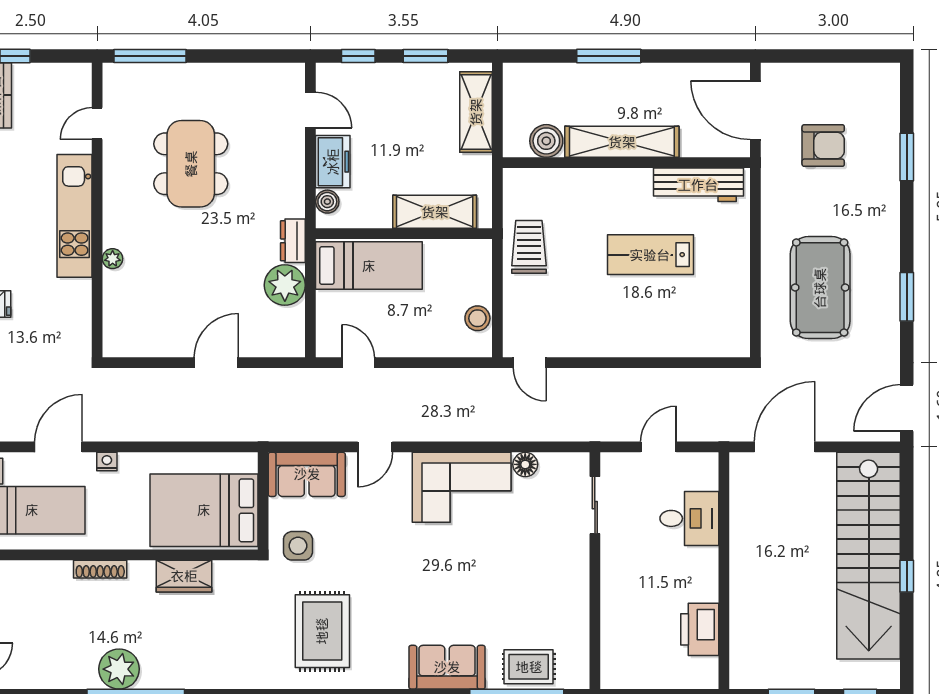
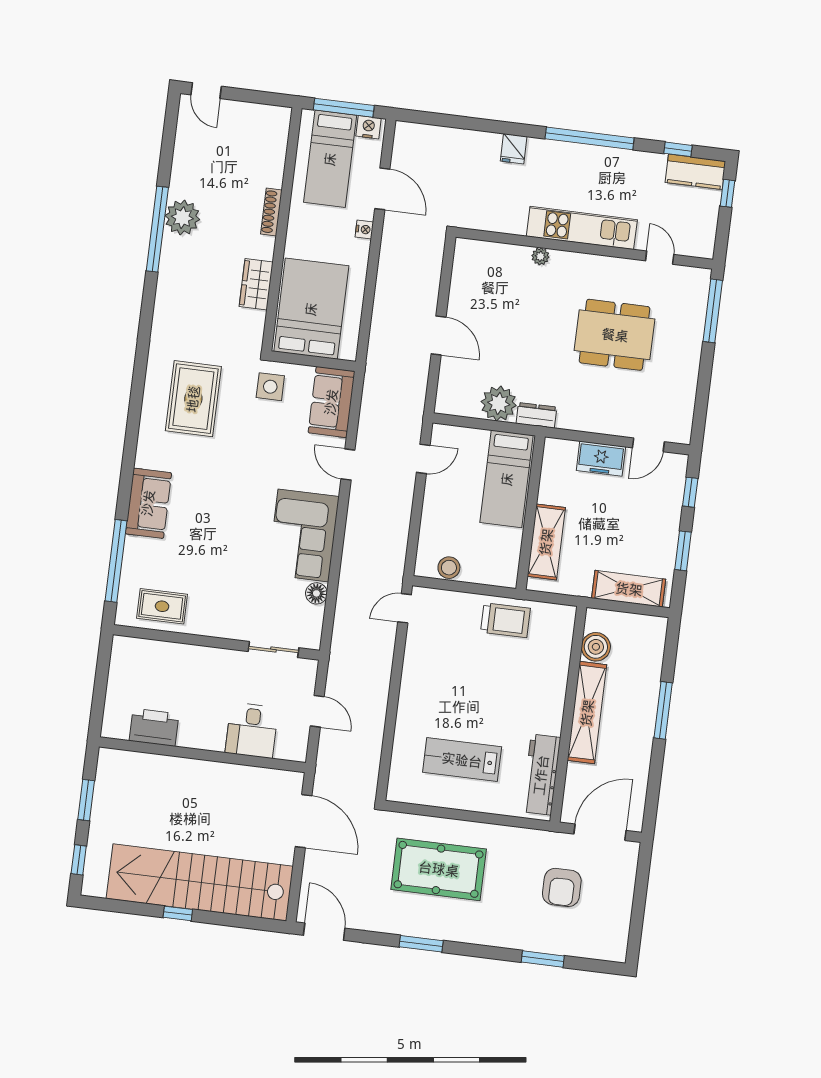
boiler: (327, 202) -> (567, 450), removed
lab bench: (650, 255) -> (462, 760), moved, turned -90
rug: (322, 631) -> (193, 399), turned 90
rug: (529, 667) -> (162, 606), moved, turned 90

